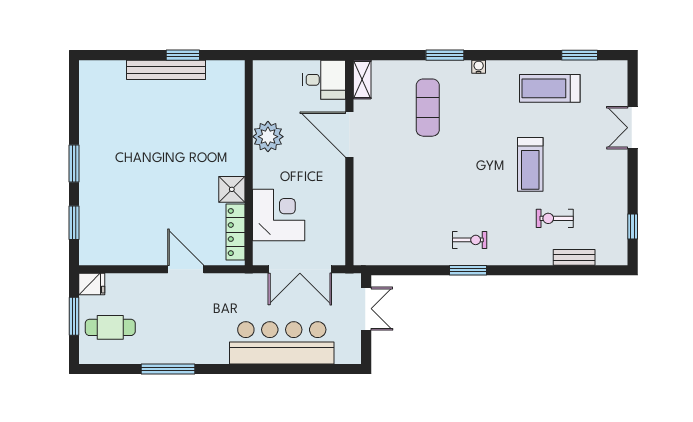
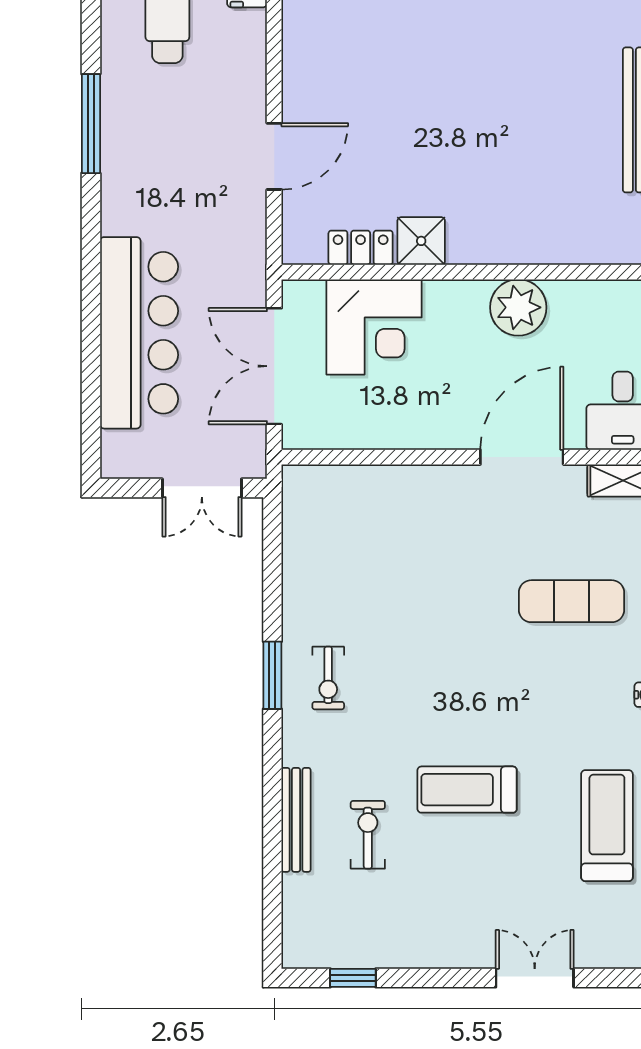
locker: (235, 232) -> (361, 248), width x0.66
bench: (574, 257) -> (296, 820), moved, width x1.36

